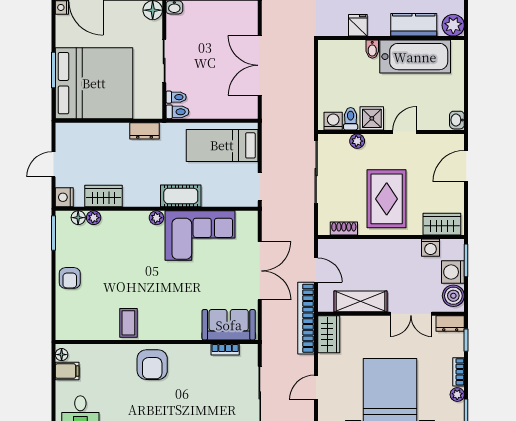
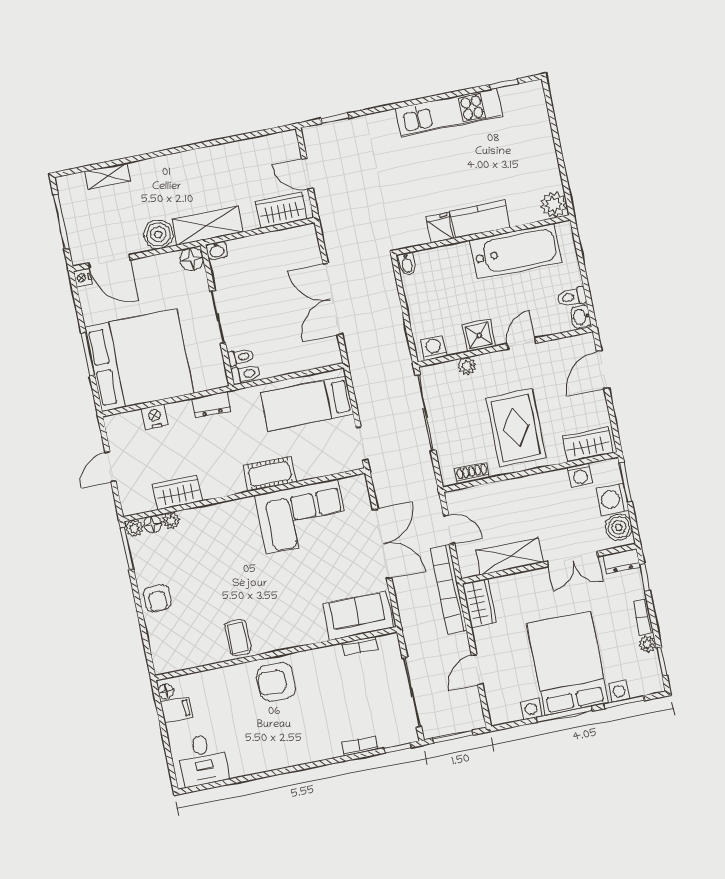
kitchen counter: (414, 25) -> (480, 219), moved
bidet: (372, 49) -> (407, 264), moved
toilet: (351, 119) -> (572, 297), moved, turned -90
nightstand: (64, 197) -> (155, 417), moved, turned 90
plant: (156, 218) -> (134, 528), moved
armchair: (152, 365) -> (276, 682), turned 90

